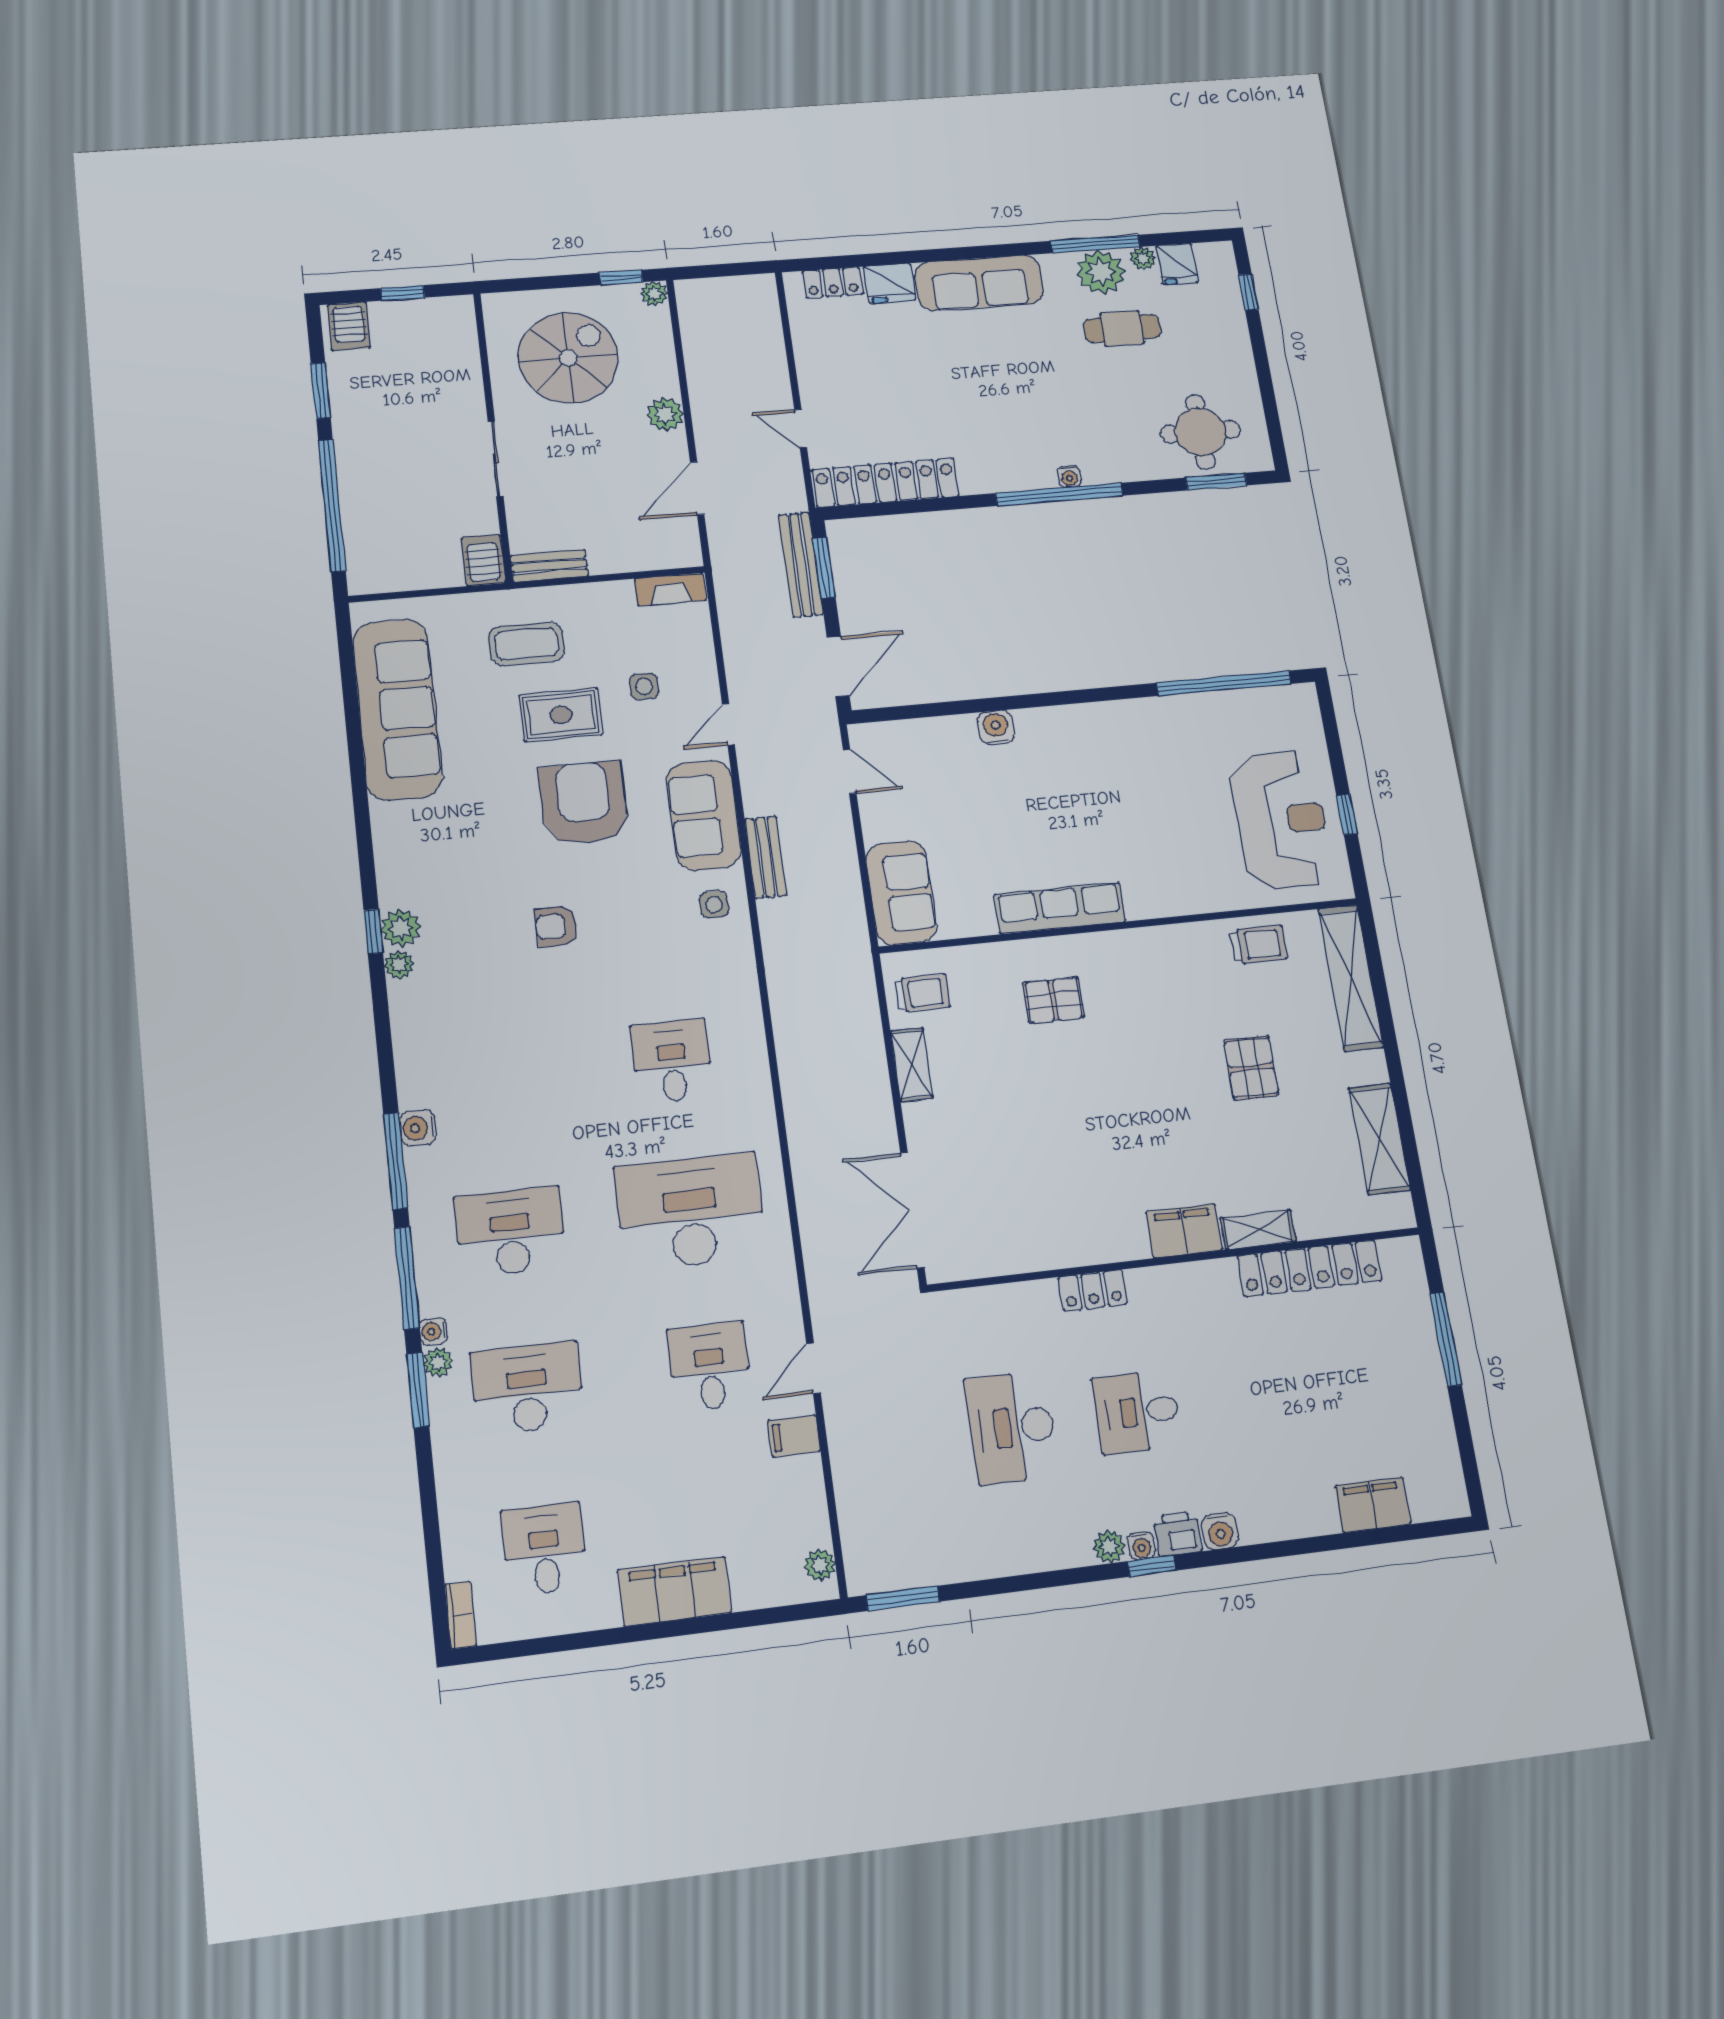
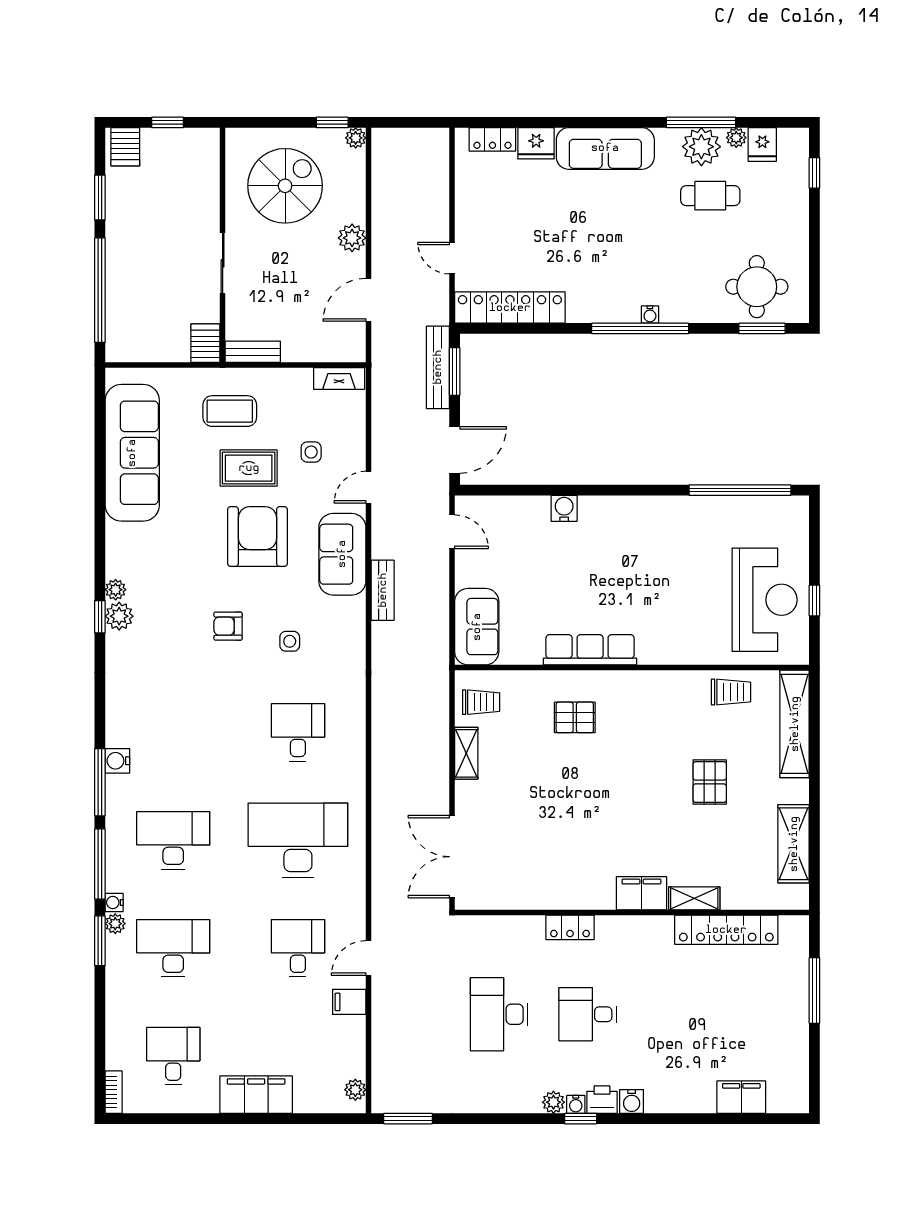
side table: (714, 904) -> (290, 641), moved
plant: (399, 965) -> (116, 590), moved

